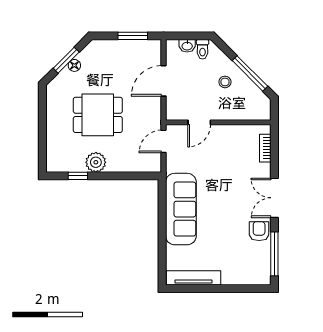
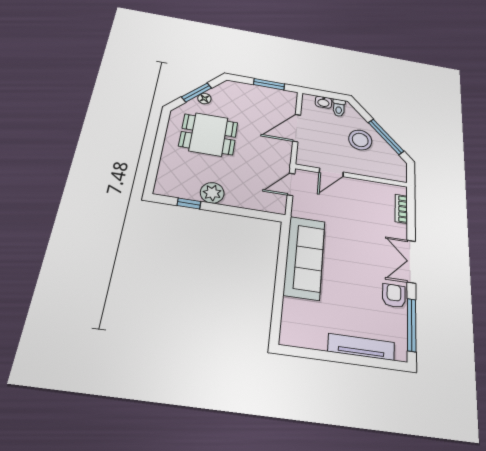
stool: (225, 82) -> (360, 140), width x1.89, depth x1.89
dining table: (98, 115) -> (209, 134), moved
tv unit: (193, 278) -> (361, 347), moved

